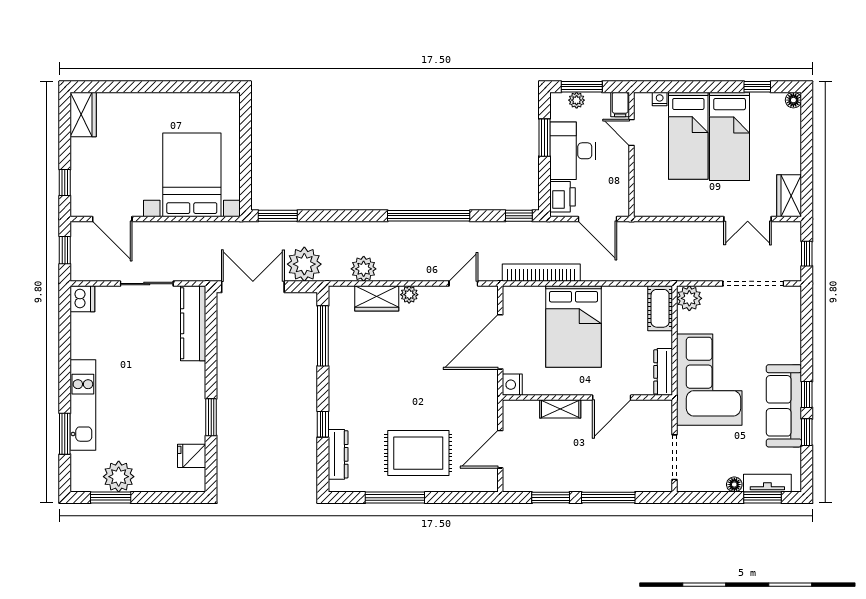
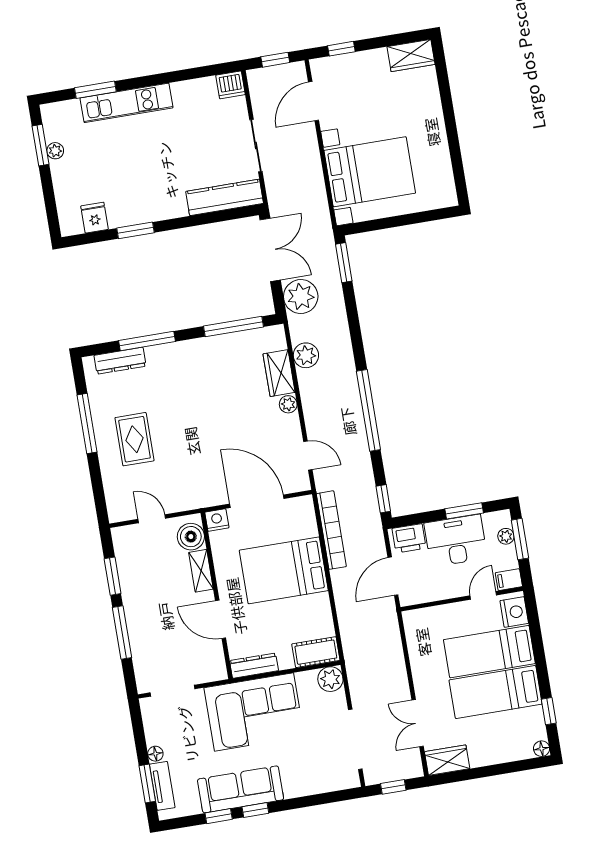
nightstand: (660, 99) -> (514, 612), width x1.89, depth x1.79
boiler: (524, 413) -> (191, 537), added
window: (323, 424) -> (147, 341), width x2.17
door: (500, 449) -> (152, 519), width x0.73
rug: (418, 453) -> (134, 439), width x0.73, depth x0.70
plant: (119, 477) -> (55, 151), width x0.53, depth x0.53

